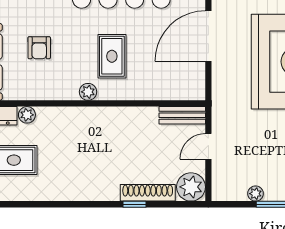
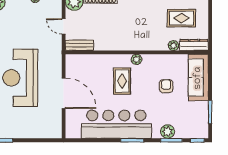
door: (208, 36) -> (64, 93), hinge flipped
door: (208, 146) -> (64, 26), swing flipped

